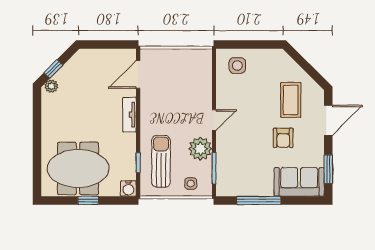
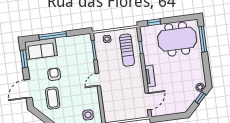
plant: (200, 149) -> (104, 61), removed
window: (37, 163) -> (203, 39), added
water cooler: (128, 189) -> (145, 31), removed
window: (88, 200) -> (154, 22), moved
window: (259, 200) -> (53, 36), moved

